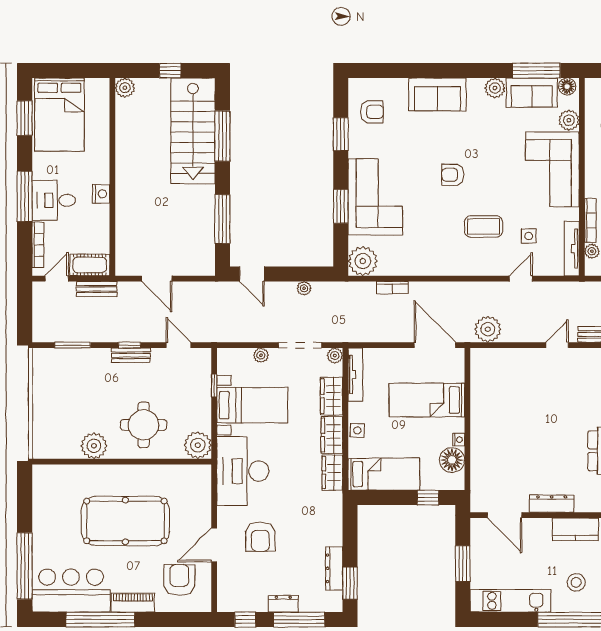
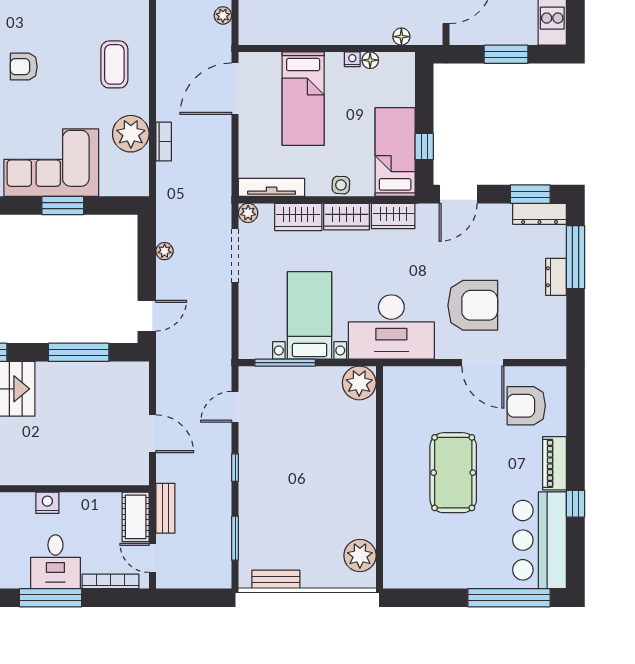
armchair: (453, 175) -> (24, 67), turned 90
coffee table: (483, 226) -> (114, 64), moved
plant: (363, 261) -> (131, 134), moved
door: (157, 279) -> (152, 434), hinge flipped
plant: (488, 329) -> (223, 15), width x0.53, depth x0.53
bench: (131, 355) -> (276, 579), moved, turned 90
plant: (261, 355) -> (248, 305), removed
window: (214, 386) -> (285, 363), width x2.17
round table: (144, 425) -> (334, 450), removed
plant: (94, 446) -> (360, 556), moved
floor lamp: (452, 460) -> (370, 60), width x0.53, depth x0.53
floor lamp: (477, 479) -> (401, 37), added
window: (428, 498) -> (424, 146), moved
pool table: (125, 521) -> (453, 473), width x0.73, depth x0.76
door: (350, 525) -> (458, 194), added
armchair: (260, 537) -> (473, 305), width x1.36, depth x1.36
dresser: (334, 568) -> (540, 214), moved
window: (100, 620) -> (576, 504), width x0.32
window: (245, 620) -> (576, 324), removed

